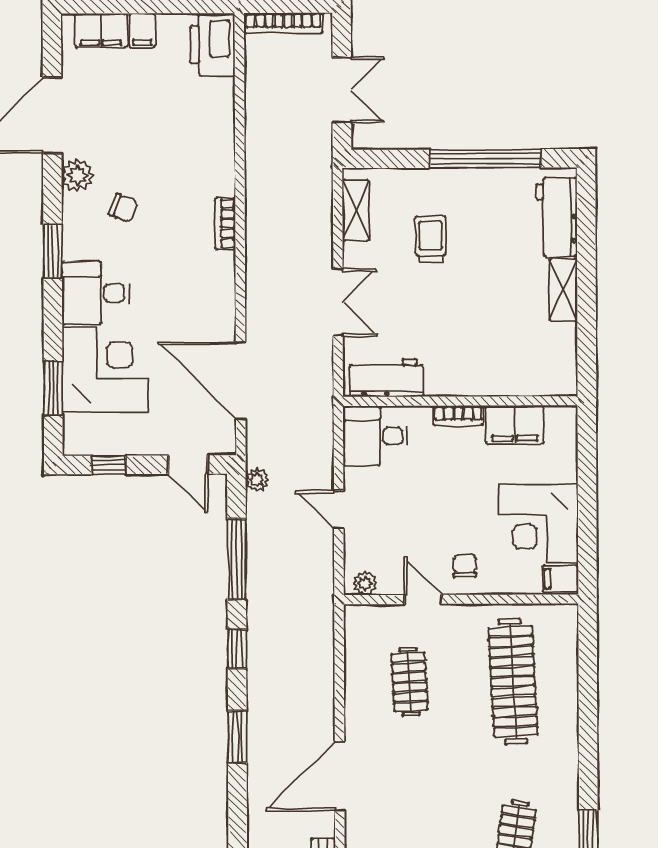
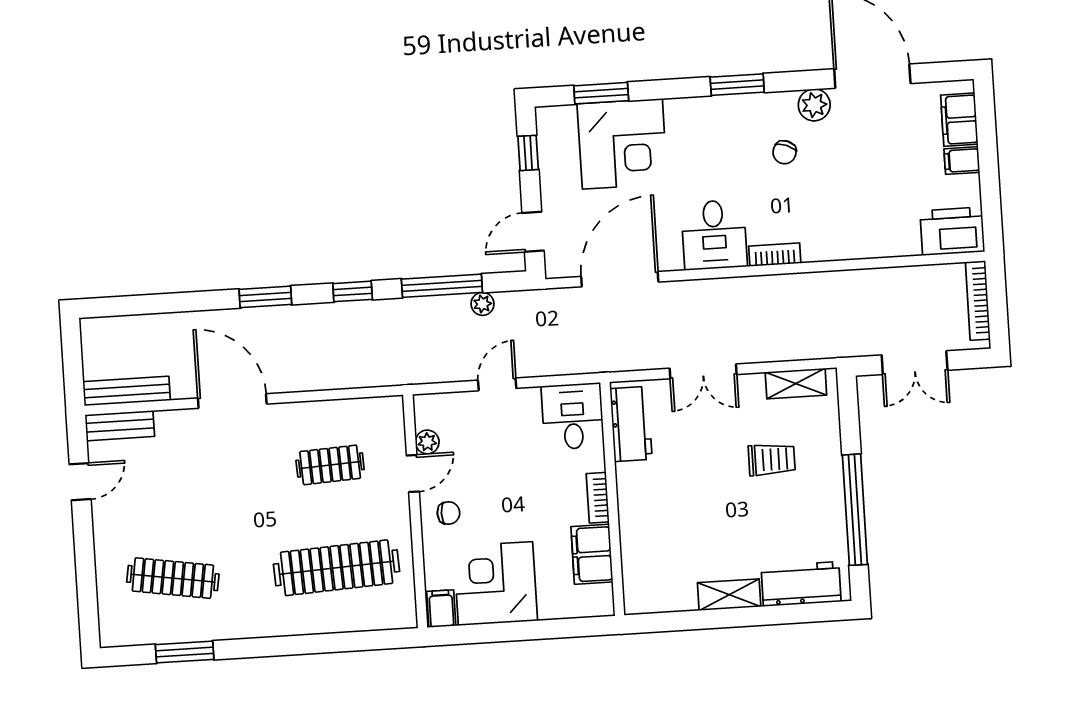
desk: (96, 293) -> (714, 235), moved, turned 180
plant: (257, 480) -> (482, 304), moved
plant: (365, 583) -> (427, 442), moved

